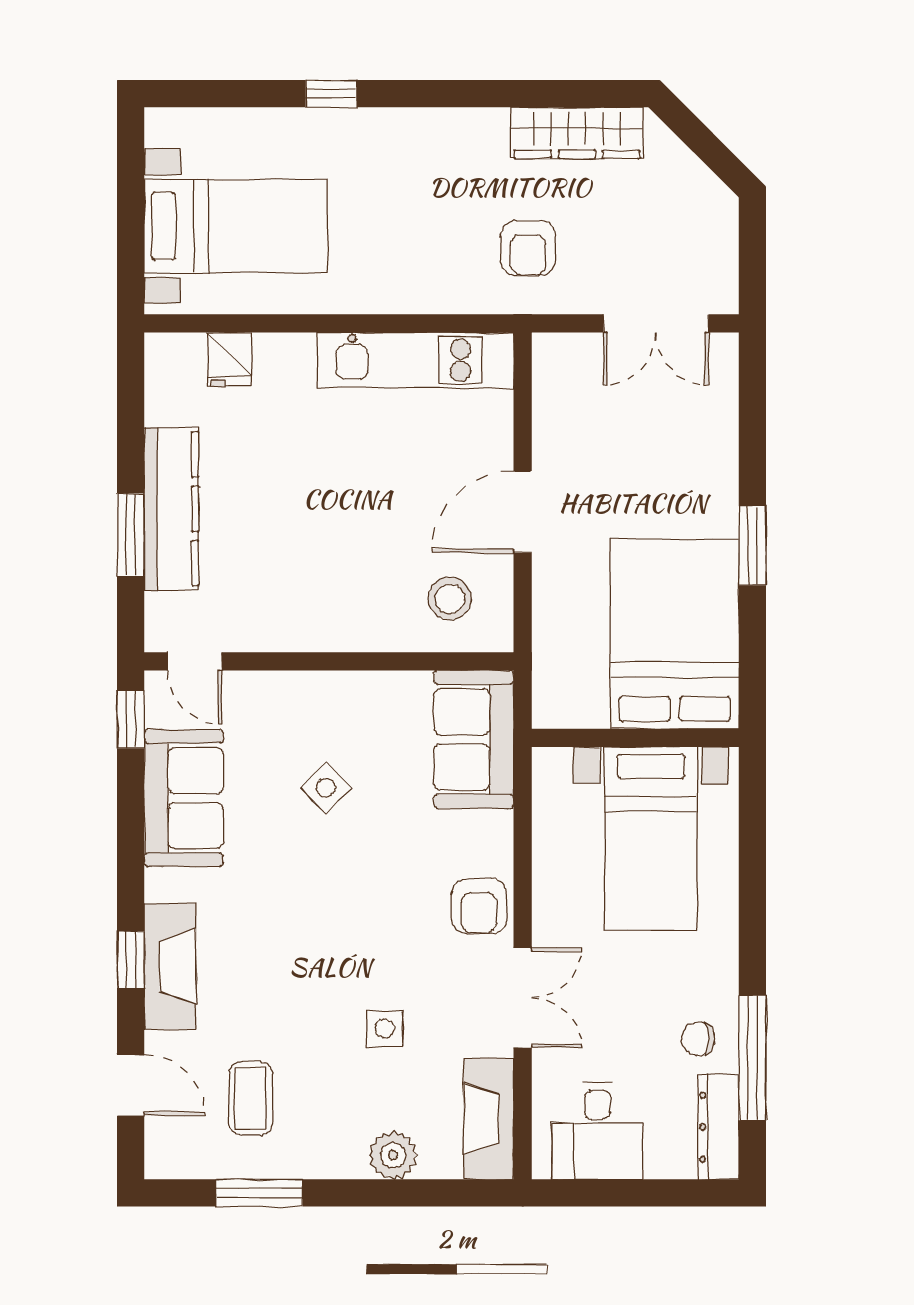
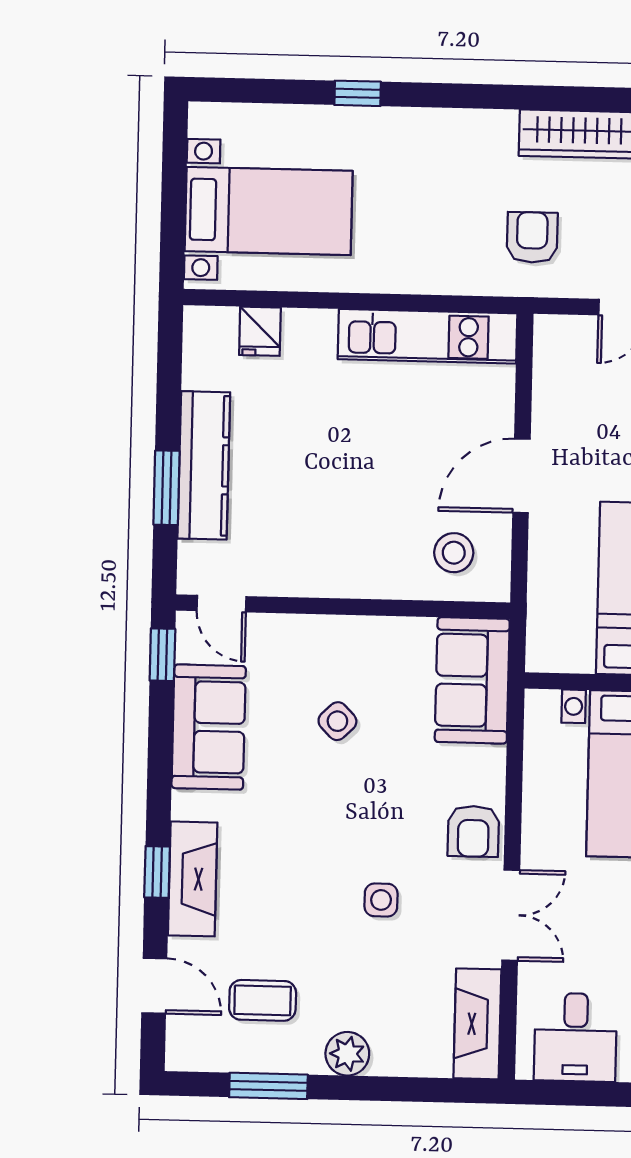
armchair: (528, 248) -> (532, 237), turned 180
side table: (385, 1028) -> (381, 900), moved
coffee table: (251, 1099) -> (263, 1000), turned 90
plant: (393, 1155) -> (347, 1054), moved

